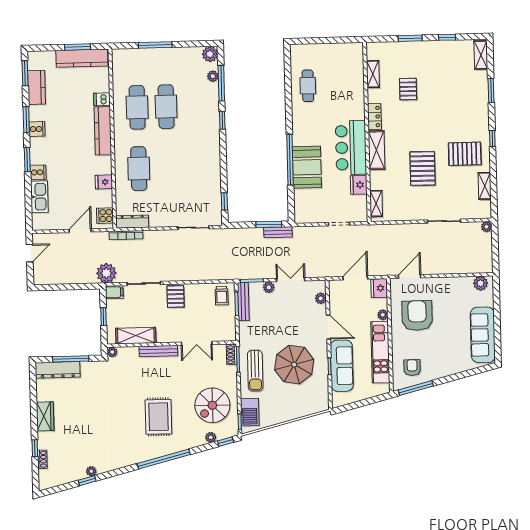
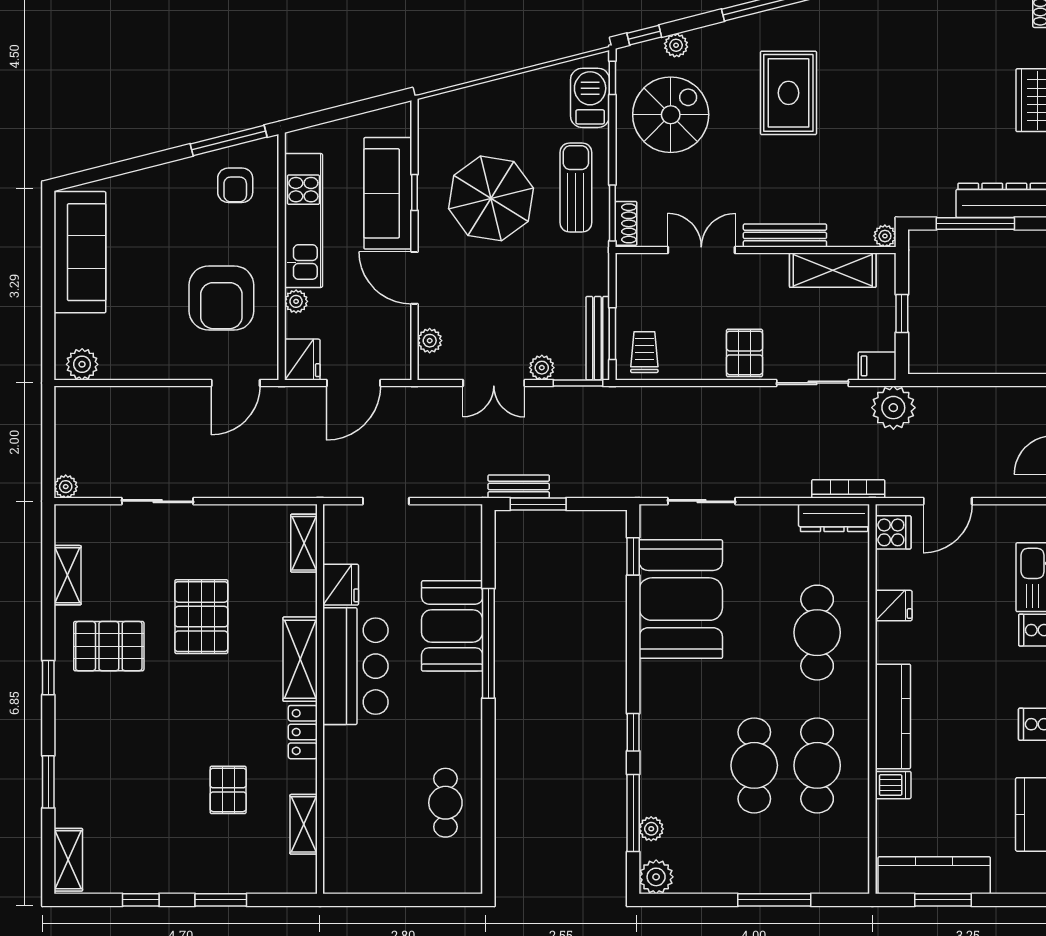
booth: (202, 182) -> (681, 599), added

